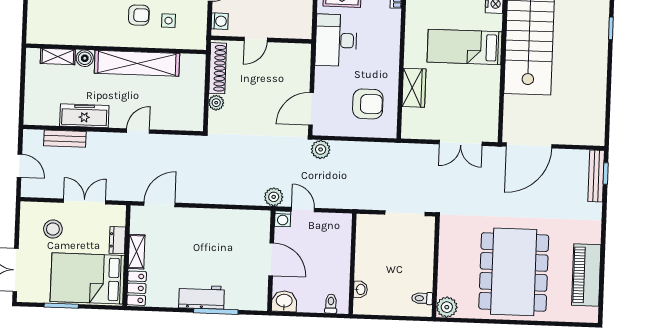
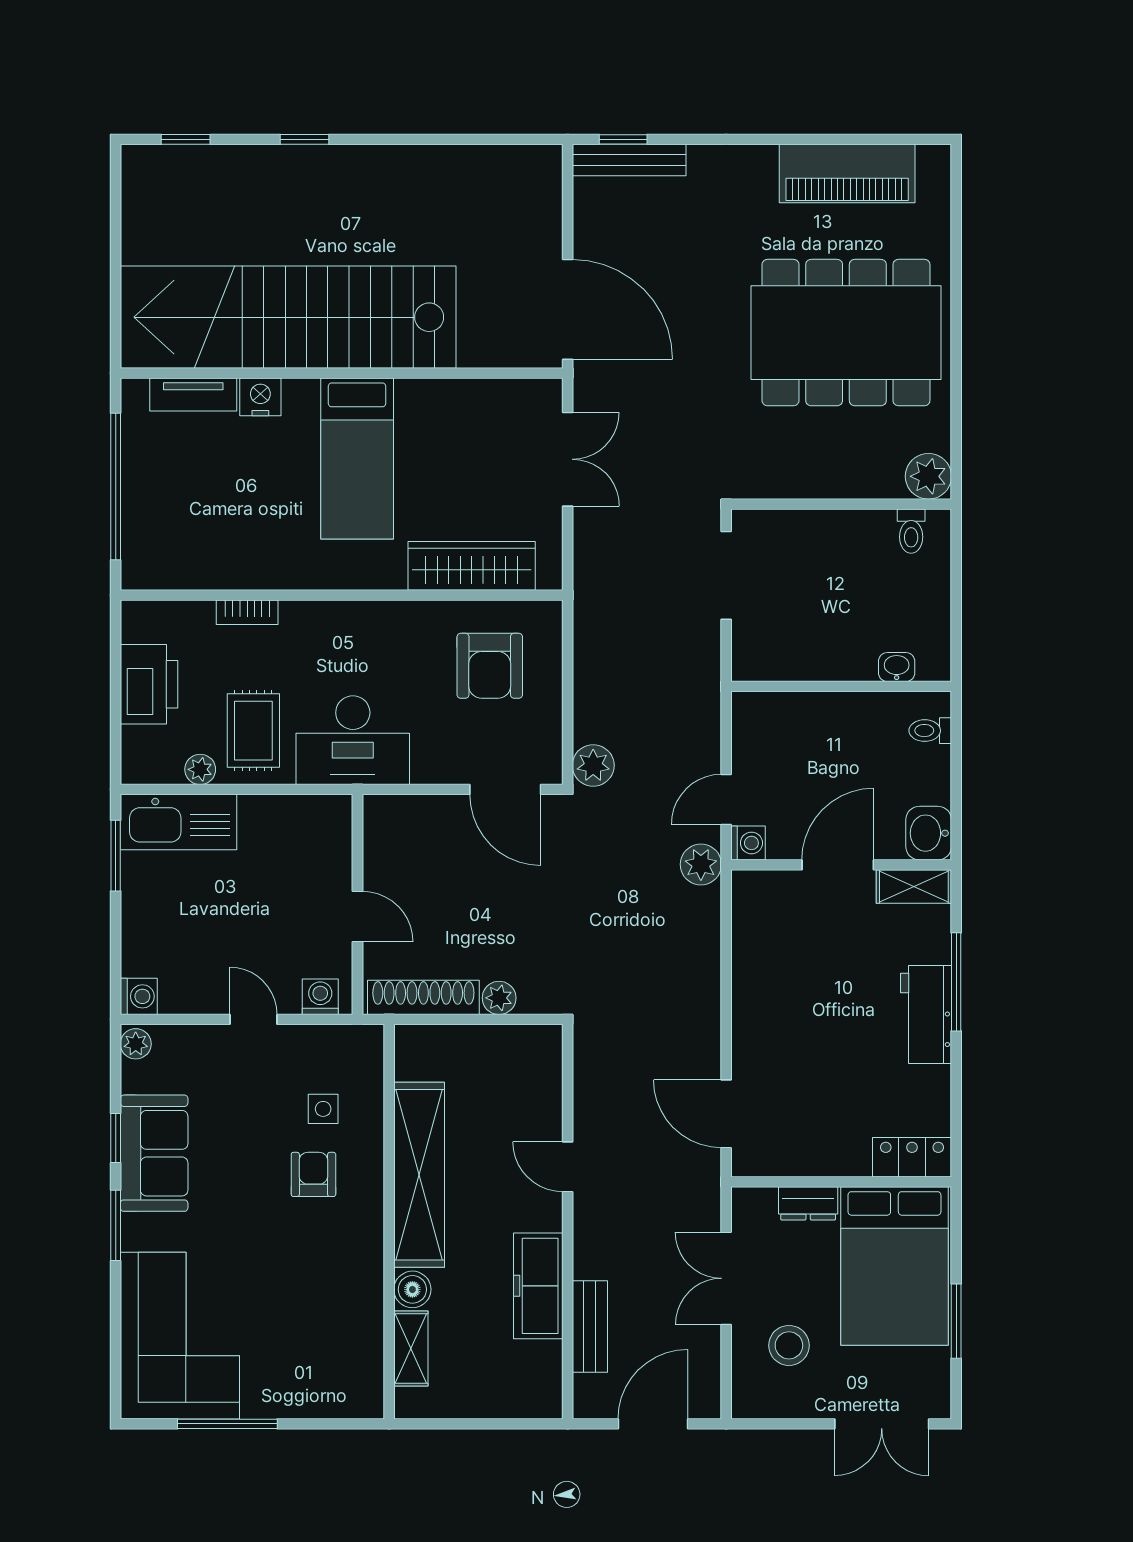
wardrobe: (414, 88) -> (472, 566), width x1.50
armchair: (368, 104) -> (490, 666), turned 180
door: (19, 166) -> (653, 1424), width x1.38
shelving: (137, 252) -> (914, 886), moved

